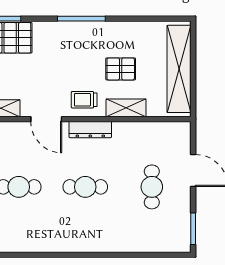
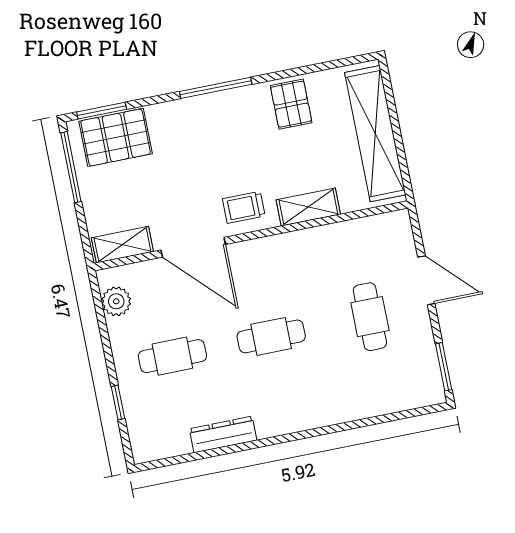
pallet: (121, 69) -> (291, 104), moved, turned 90
door: (46, 119) -> (193, 247), width x1.36
dresser: (90, 130) -> (223, 434), moved, turned 180

